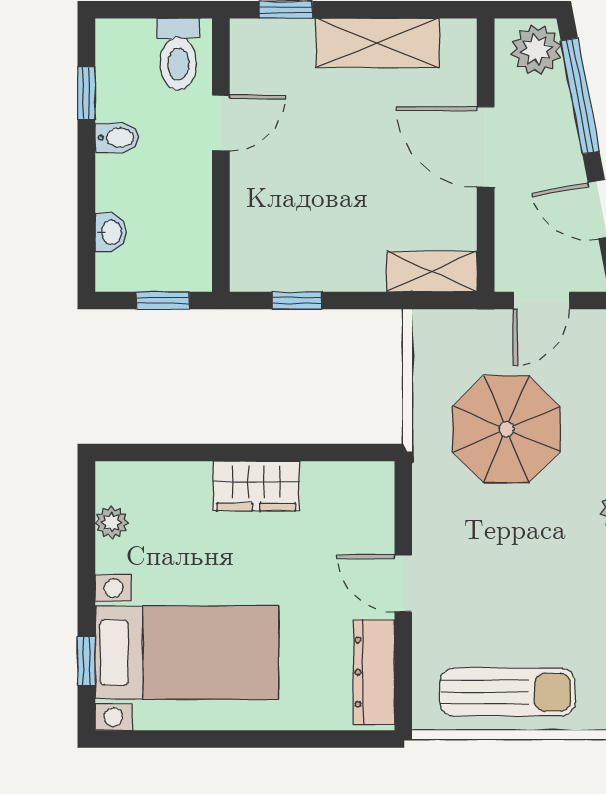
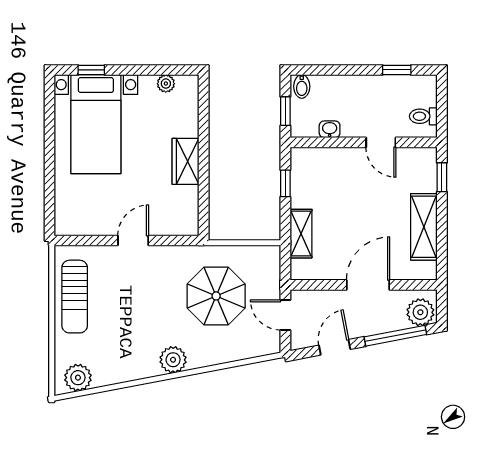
toilet: (178, 54) -> (423, 116), width x0.73, depth x0.72
bidet: (117, 138) -> (302, 86), moved
washbasin: (111, 232) -> (330, 129), moved, turned 180
shelving: (432, 272) -> (301, 234), moved
dresser: (374, 672) -> (85, 225), removed

